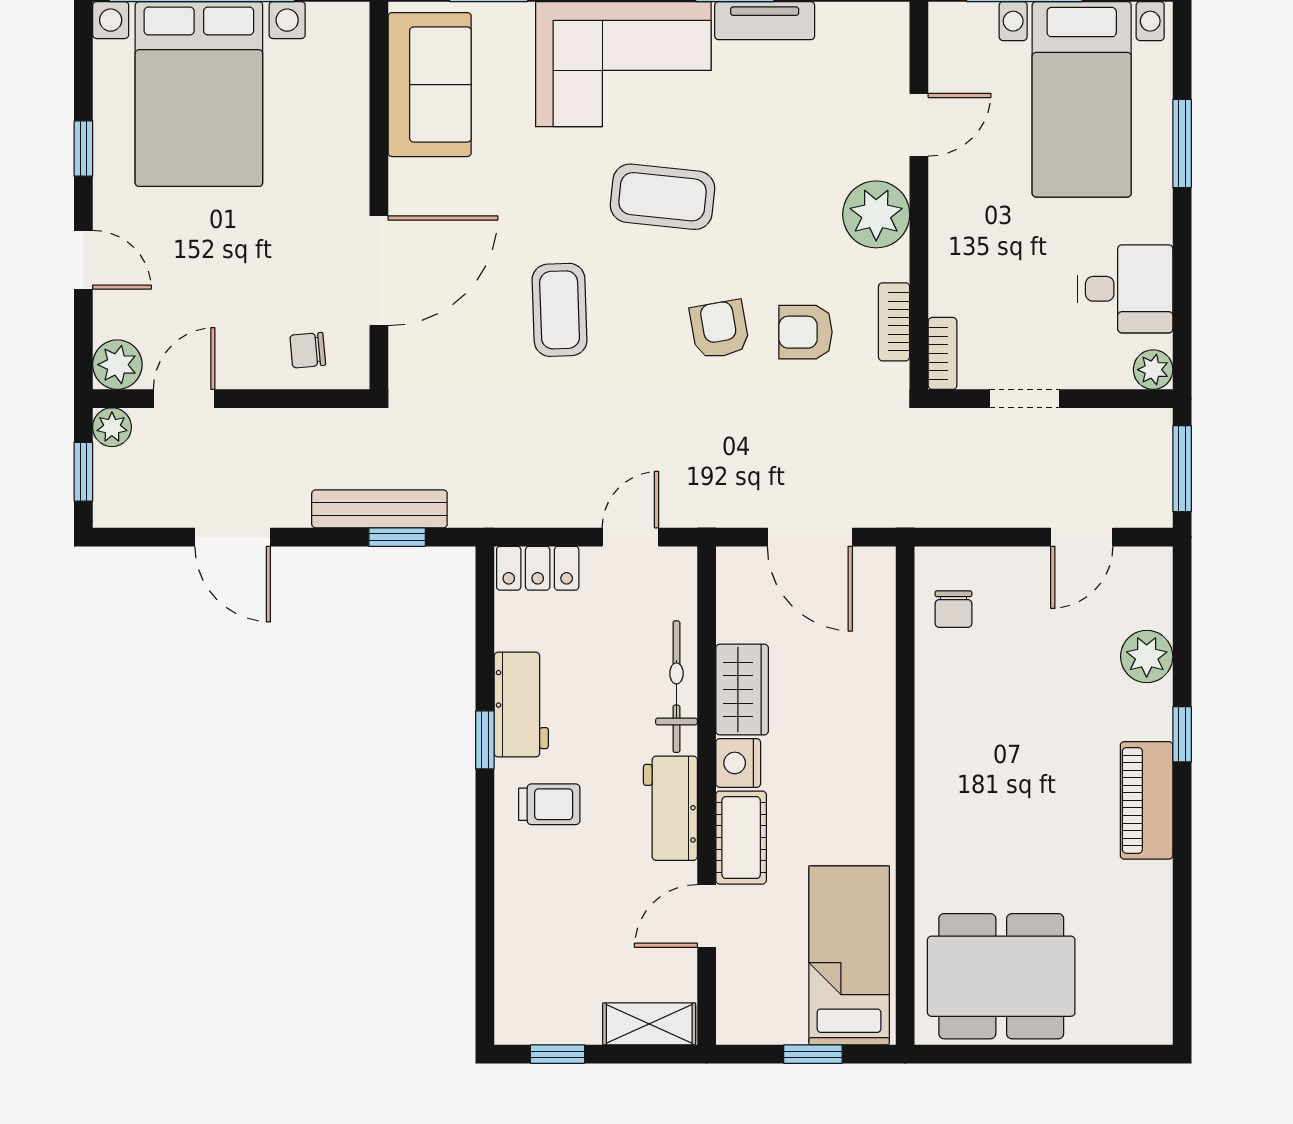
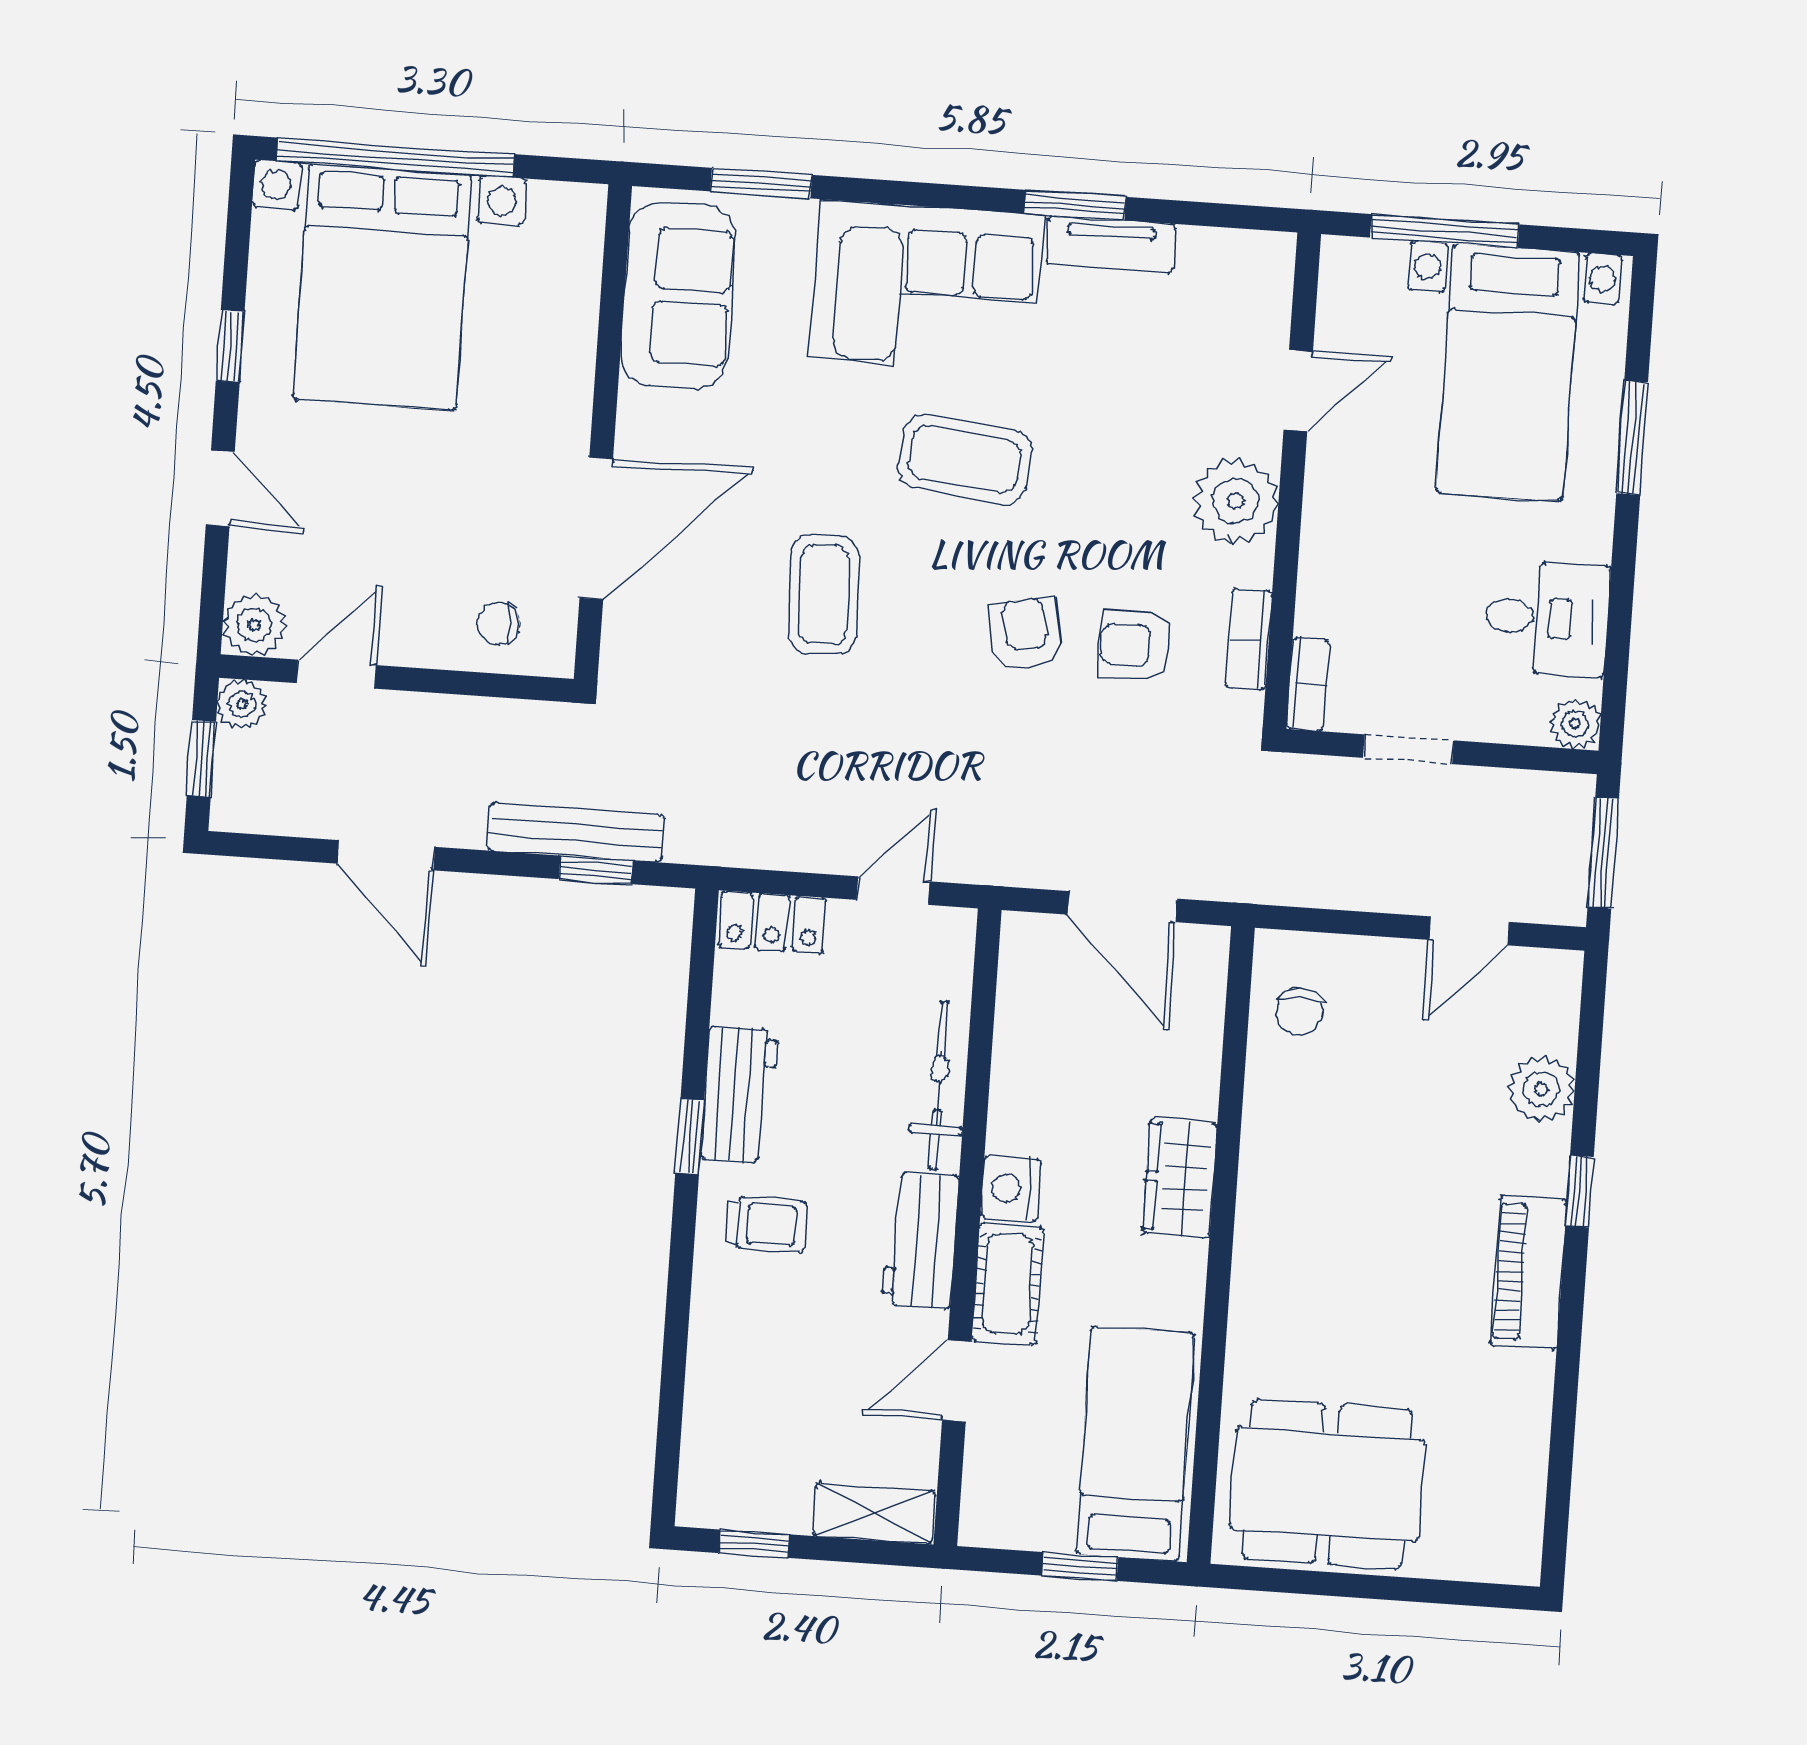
wardrobe: (742, 690) -> (1180, 1178), moved, turned 180

